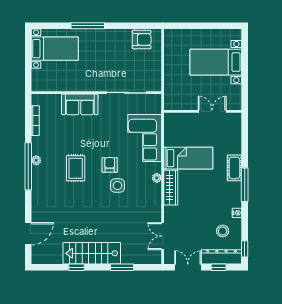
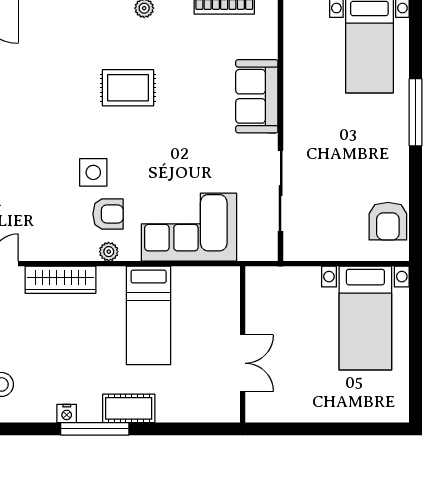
bed with nightstands: (216, 62) -> (365, 318), moved, turned 180
armchair: (110, 165) -> (108, 214), moved
wardrobe: (171, 188) -> (61, 280), moved
nightstand: (237, 213) -> (67, 413), moved

